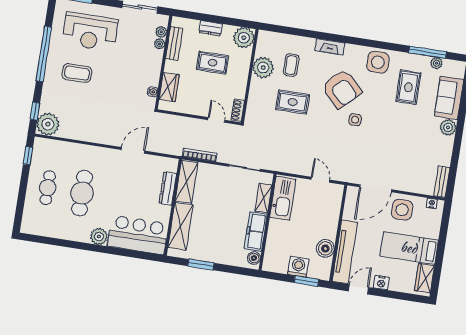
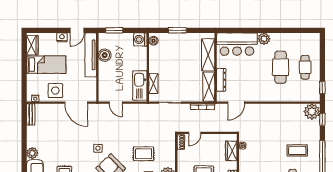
door: (216, 120) -> (195, 133), hinge flipped
door: (133, 150) -> (236, 103), moved
door: (376, 188) -> (76, 103), swing flipped
freezer: (256, 231) -> (155, 59), removed
window: (201, 265) -> (177, 30), moved
washing machine: (298, 267) -> (140, 39), moved, turned 90

